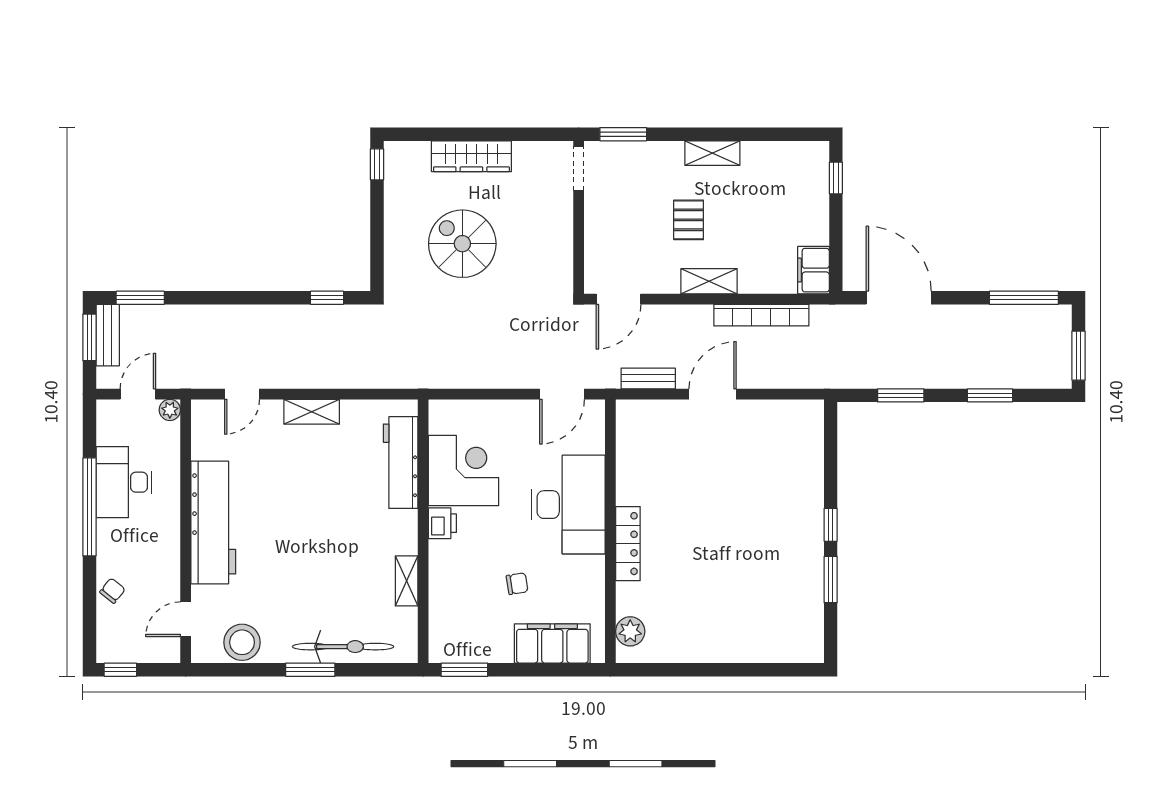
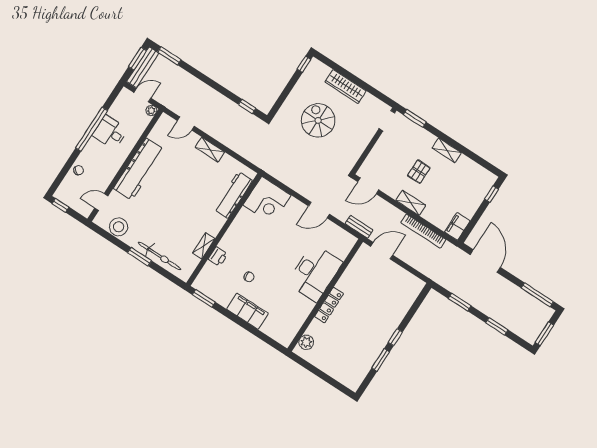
bench: (108, 335) -> (143, 67), width x1.36
corner desk: (464, 471) -> (267, 200), moved, turned 90
desk: (124, 482) -> (110, 132), width x0.73
desk: (568, 505) -> (315, 273), moved
printer: (442, 523) -> (218, 256), moved
wall: (610, 531) -> (325, 295), moved
locker: (628, 544) -> (329, 305), moved
plant: (630, 631) -> (306, 342), moved

